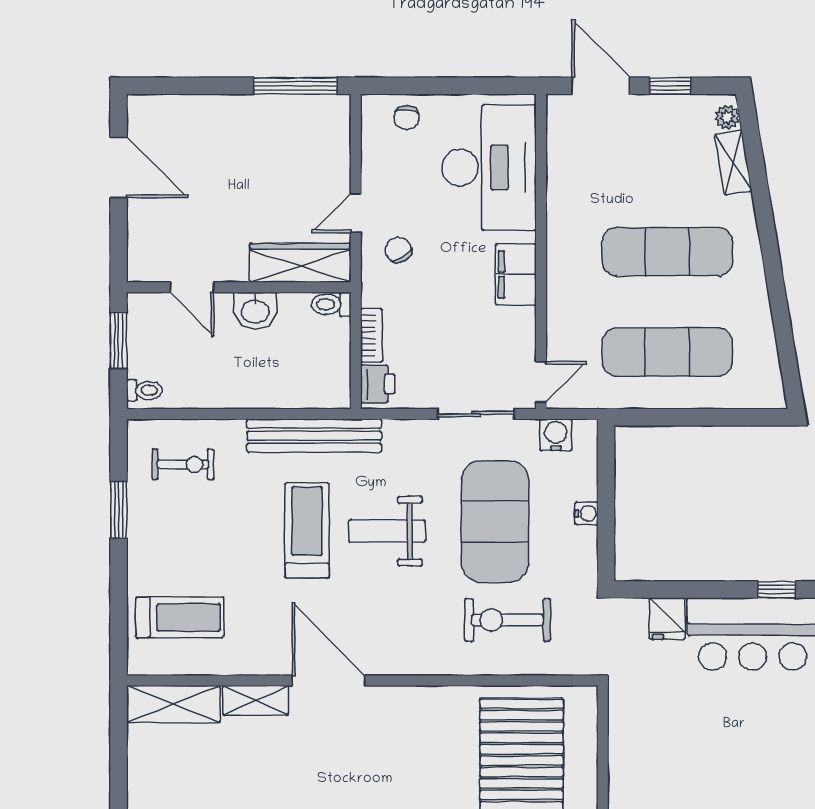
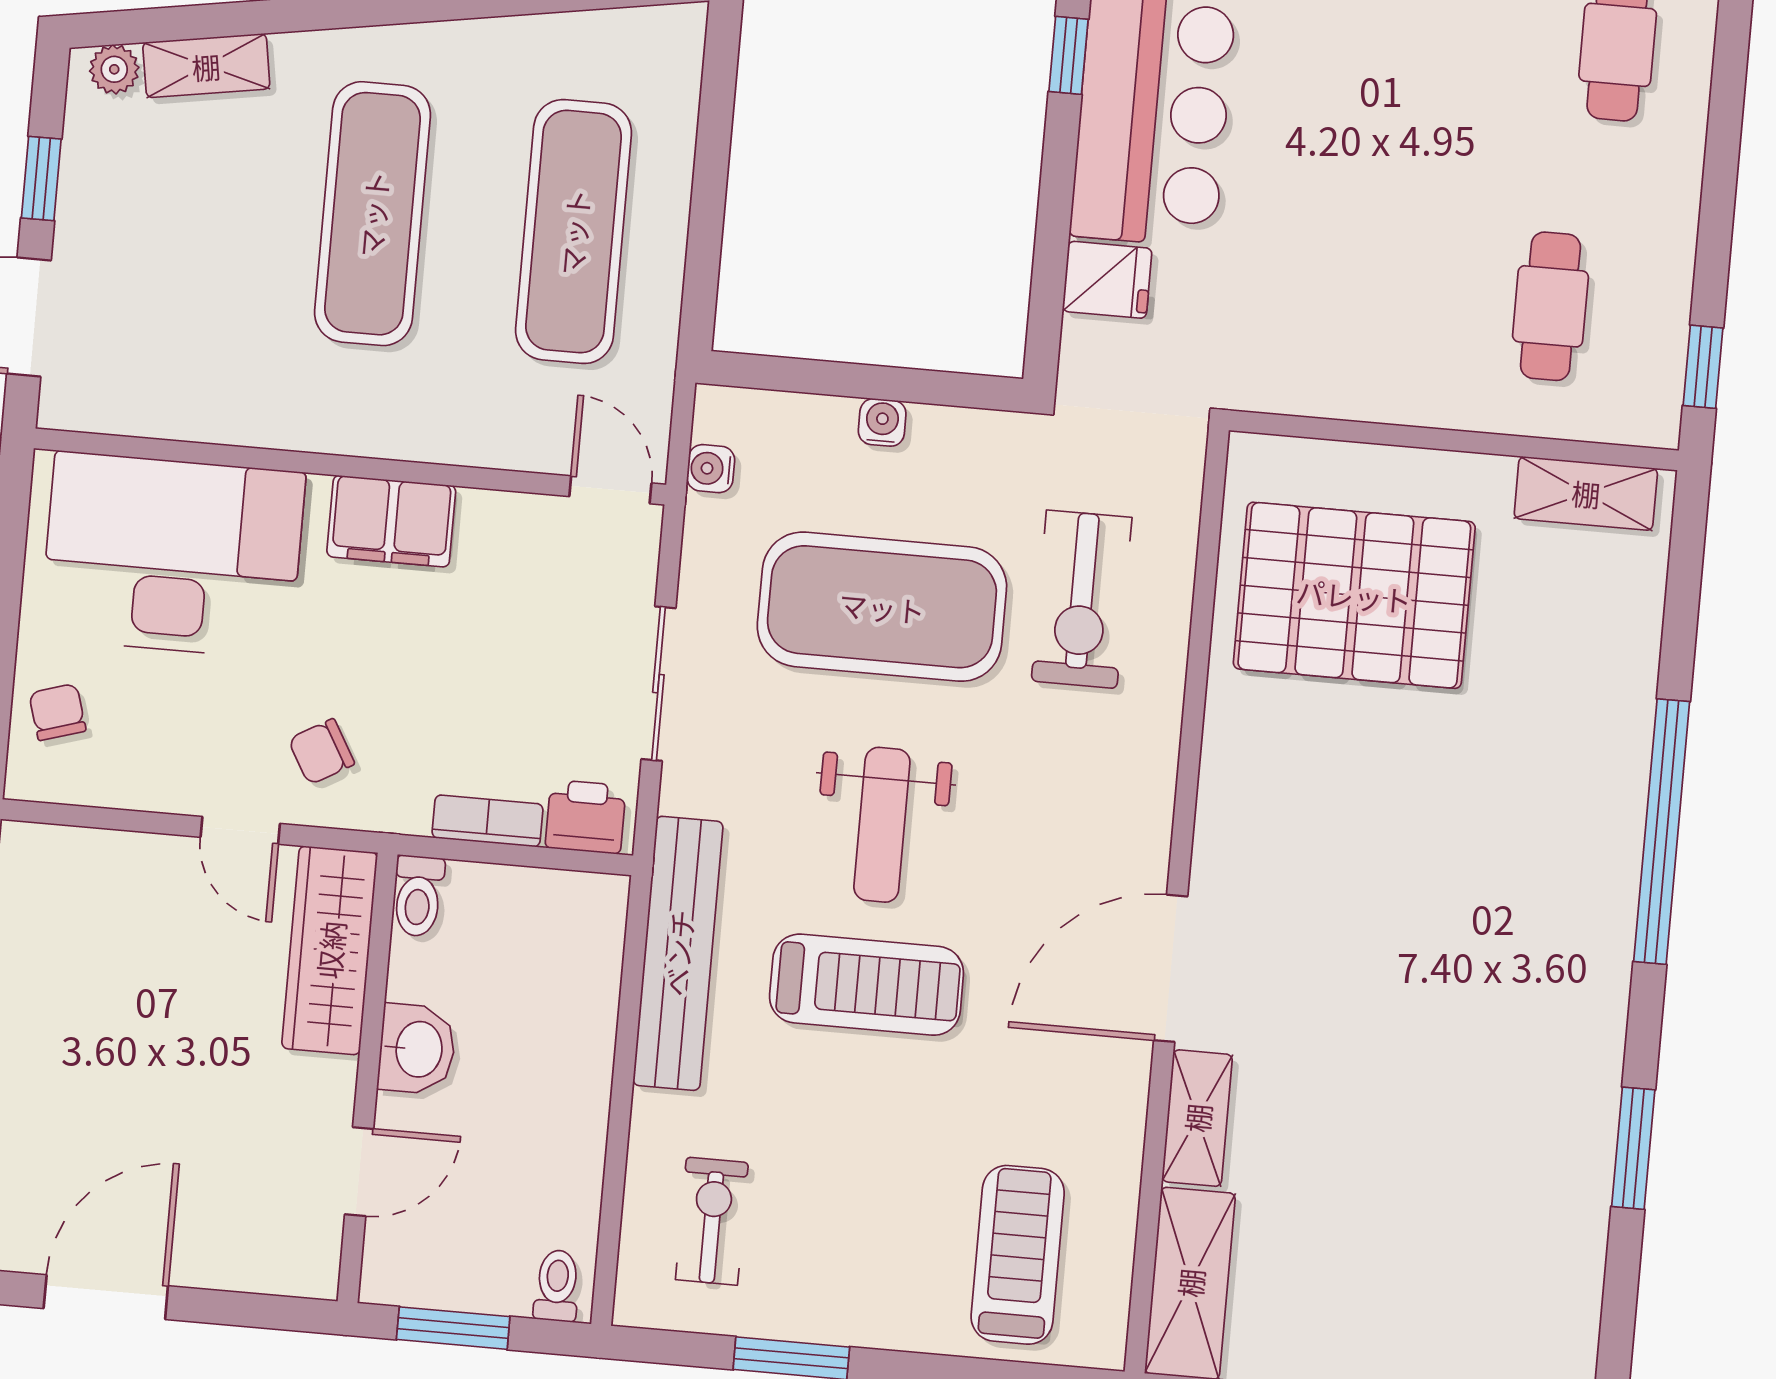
chair: (406, 117) -> (57, 712), turned -112
sliding door: (476, 414) -> (658, 684), moved
water cooler: (556, 435) -> (711, 469), width x0.72, depth x0.72
treadmill: (307, 530) -> (867, 985), turned 180

